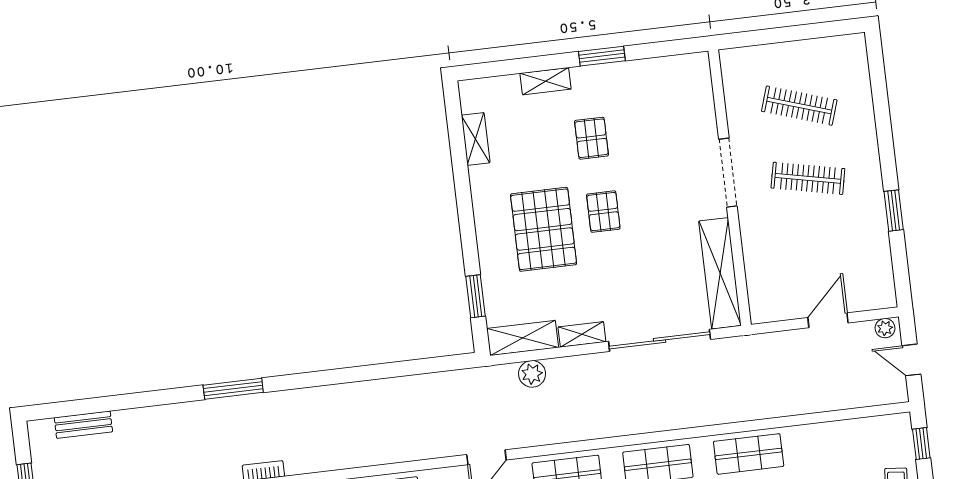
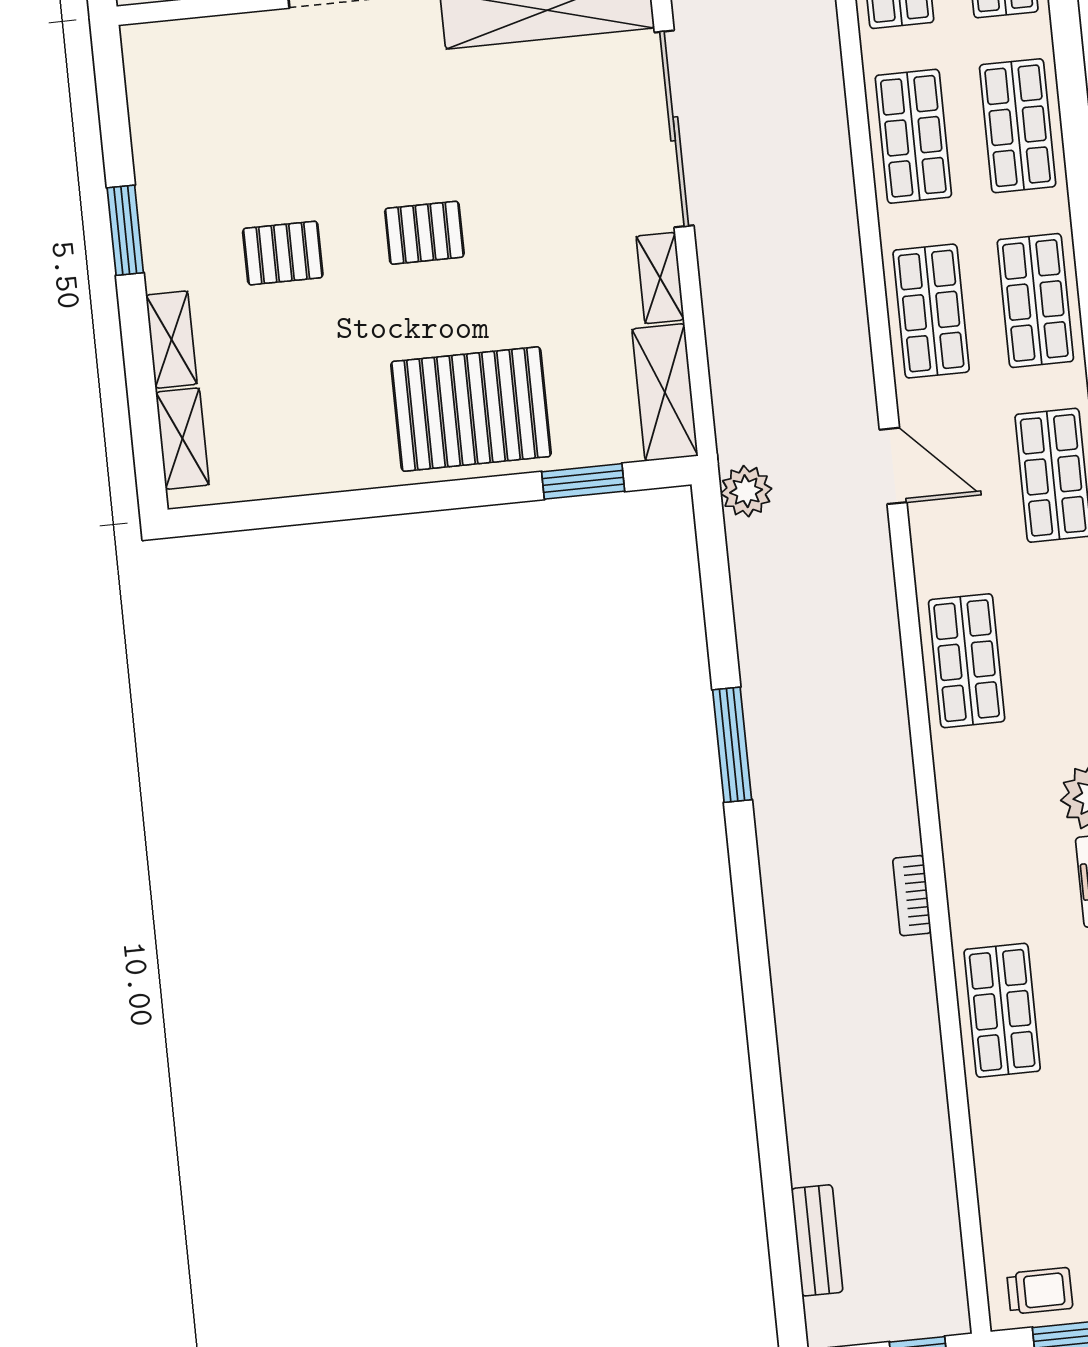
shelving: (476, 139) -> (182, 439), moved, turned 90
pallet: (544, 229) -> (471, 409), moved
plant: (532, 374) -> (746, 491), moved
window: (233, 389) -> (732, 745), moved

